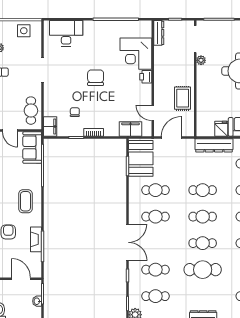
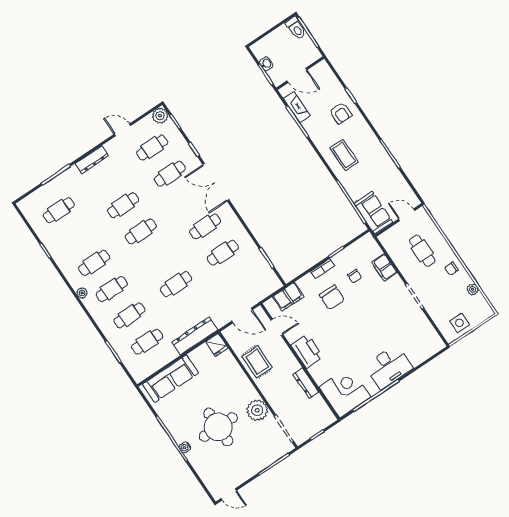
desk: (66, 33) -> (389, 367), moved
dresser: (159, 33) -> (306, 383), moved
corner desk: (136, 54) -> (345, 392), moved
plant: (201, 60) -> (257, 410), width x1.88, depth x1.88
printer: (146, 77) -> (307, 351), width x1.87, depth x1.48
chair: (96, 78) -> (332, 297), moved
cafe table: (31, 111) -> (422, 251), moved
filing cabinet: (50, 126) -> (384, 268), moved
fridge: (221, 129) -> (217, 345), moved
door: (171, 137) -> (242, 315), hinge flipped
booth: (141, 158) -> (259, 274), removed
cafe table: (203, 217) -> (158, 258), removed
fireplace: (36, 239) -> (297, 107), moved
cafe table: (203, 270) -> (123, 205), width x0.73, depth x0.74

